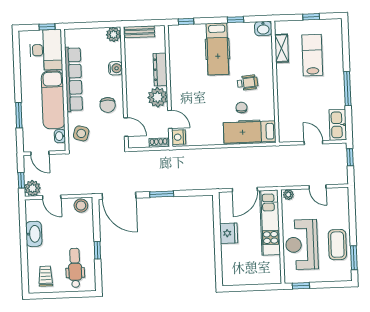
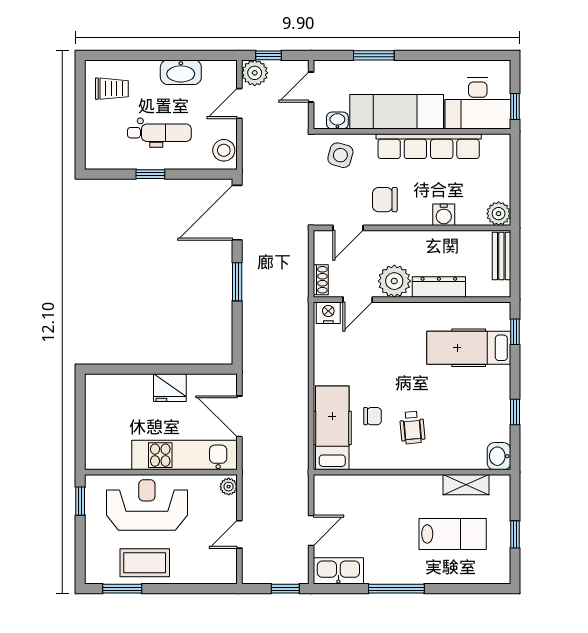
hospital bed: (217, 49) -> (469, 348), moved
dental chair: (75, 268) -> (159, 133), moved

